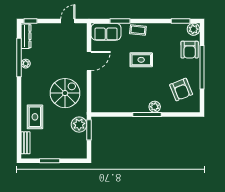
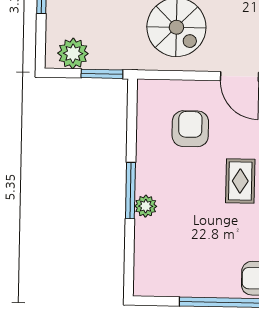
armchair: (181, 90) -> (190, 129), moved, turned 112
plant: (79, 125) -> (73, 53), moved

